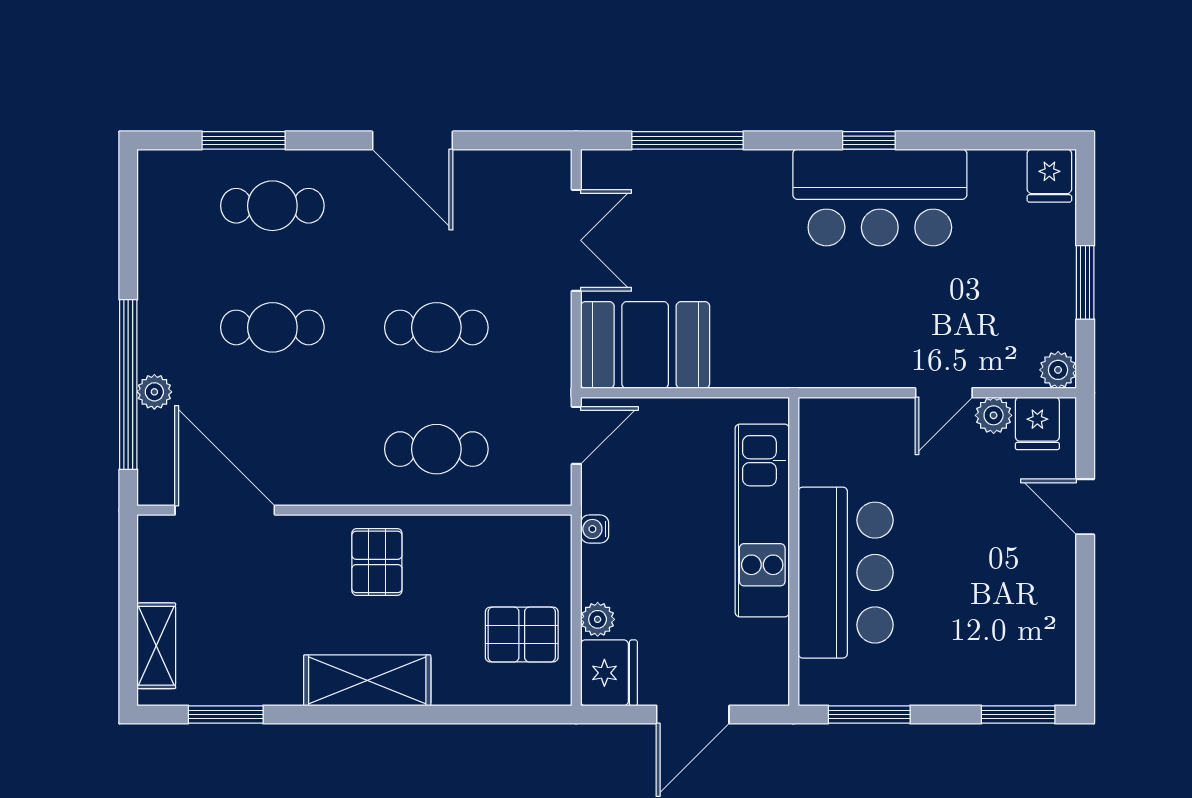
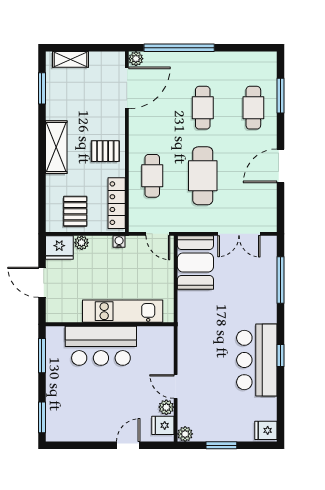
cafe table: (436, 327) -> (203, 176), width x1.37, depth x1.35
plant: (154, 392) -> (136, 59), moved
locker: (502, 535) -> (117, 203), added

